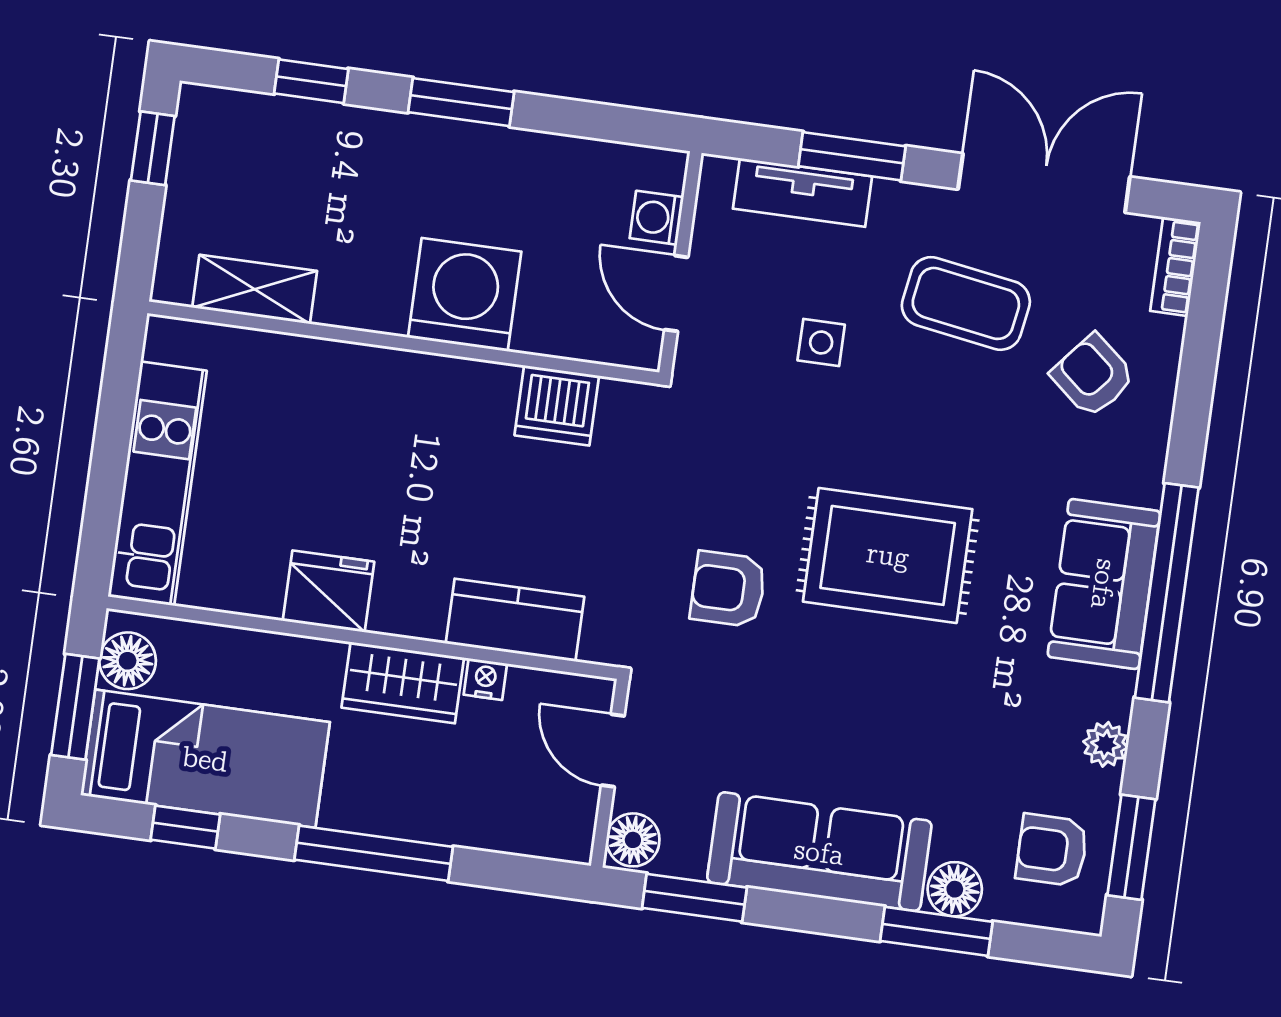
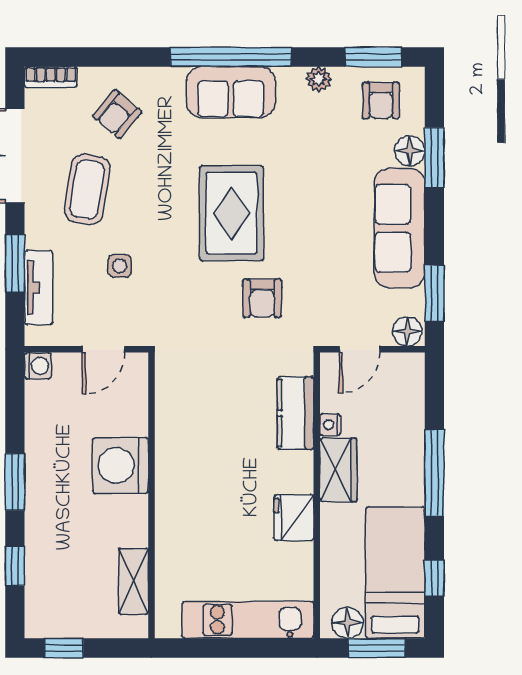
washing machine: (657, 218) -> (38, 366), moved, turned -90
dishwasher: (557, 405) -> (174, 406), removed

